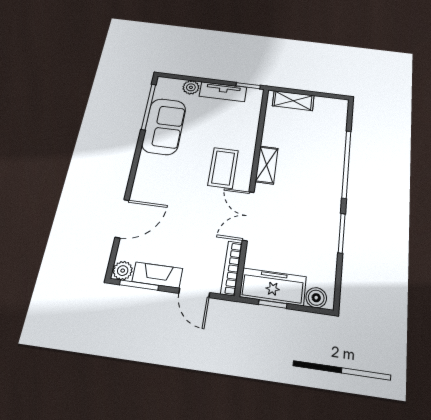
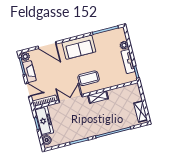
shelving: (293, 101) -> (141, 112), moved
sofa: (164, 126) -> (79, 47), moved
door: (194, 293) -> (28, 90), swing flipped

